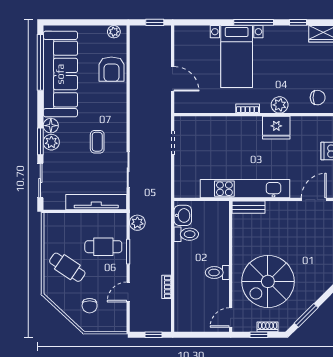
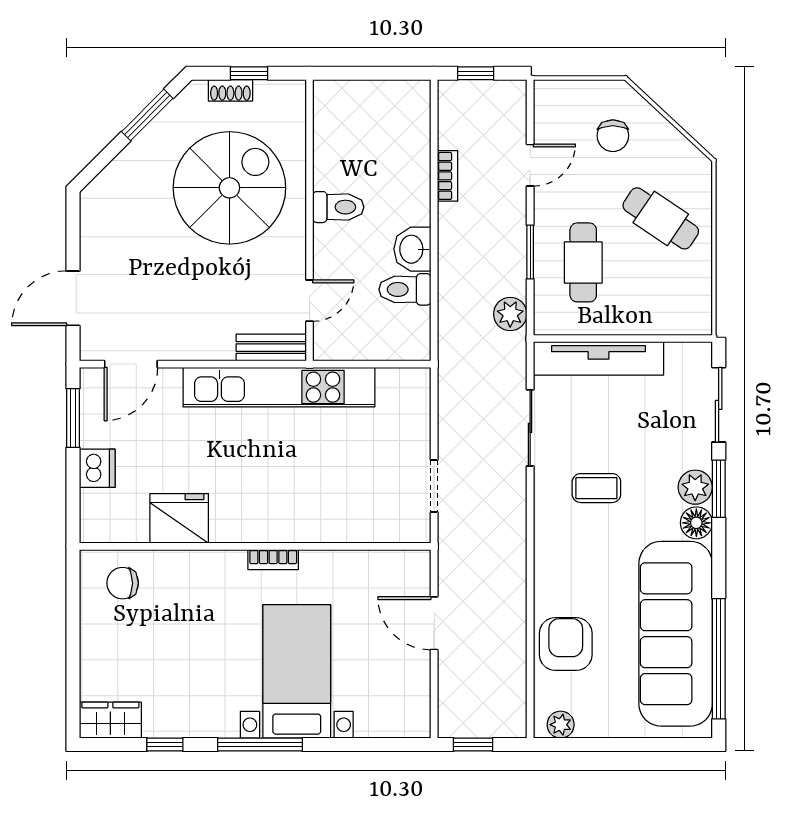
plant: (280, 105) -> (204, 567), removed
fridge: (276, 128) -> (179, 518), moved
coffee table: (97, 142) -> (596, 488), turned 90
washbasin: (183, 215) -> (412, 249), moved
cafe table: (103, 247) -> (583, 262), turned 90
chair: (90, 306) -> (613, 136), turned 180
door: (231, 318) -> (310, 301), moved

